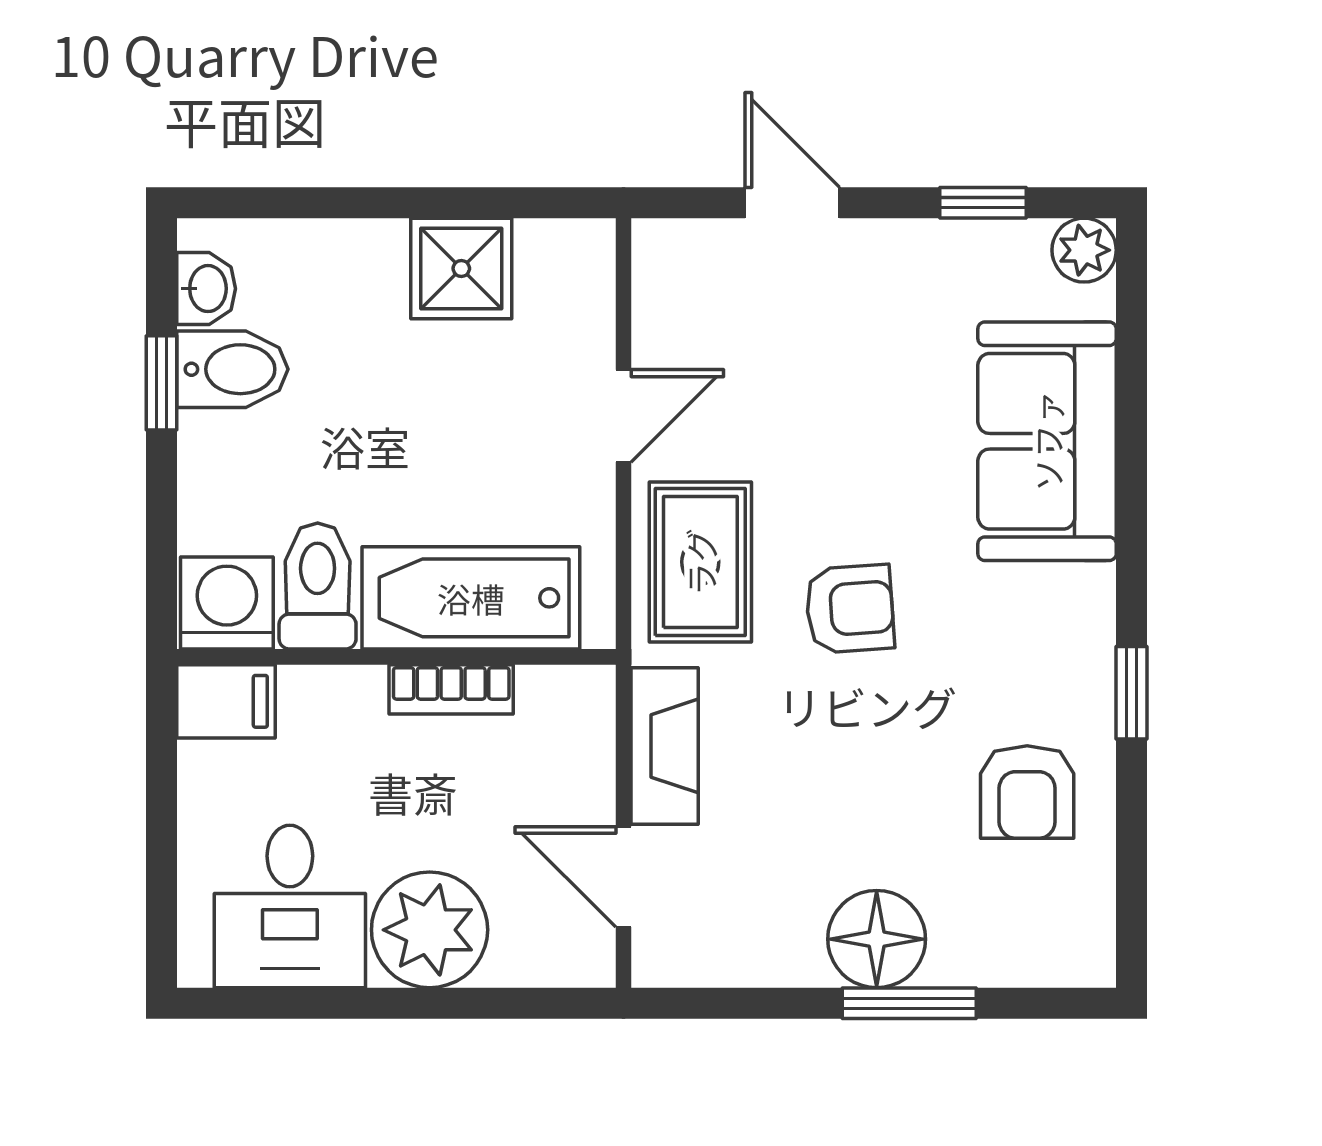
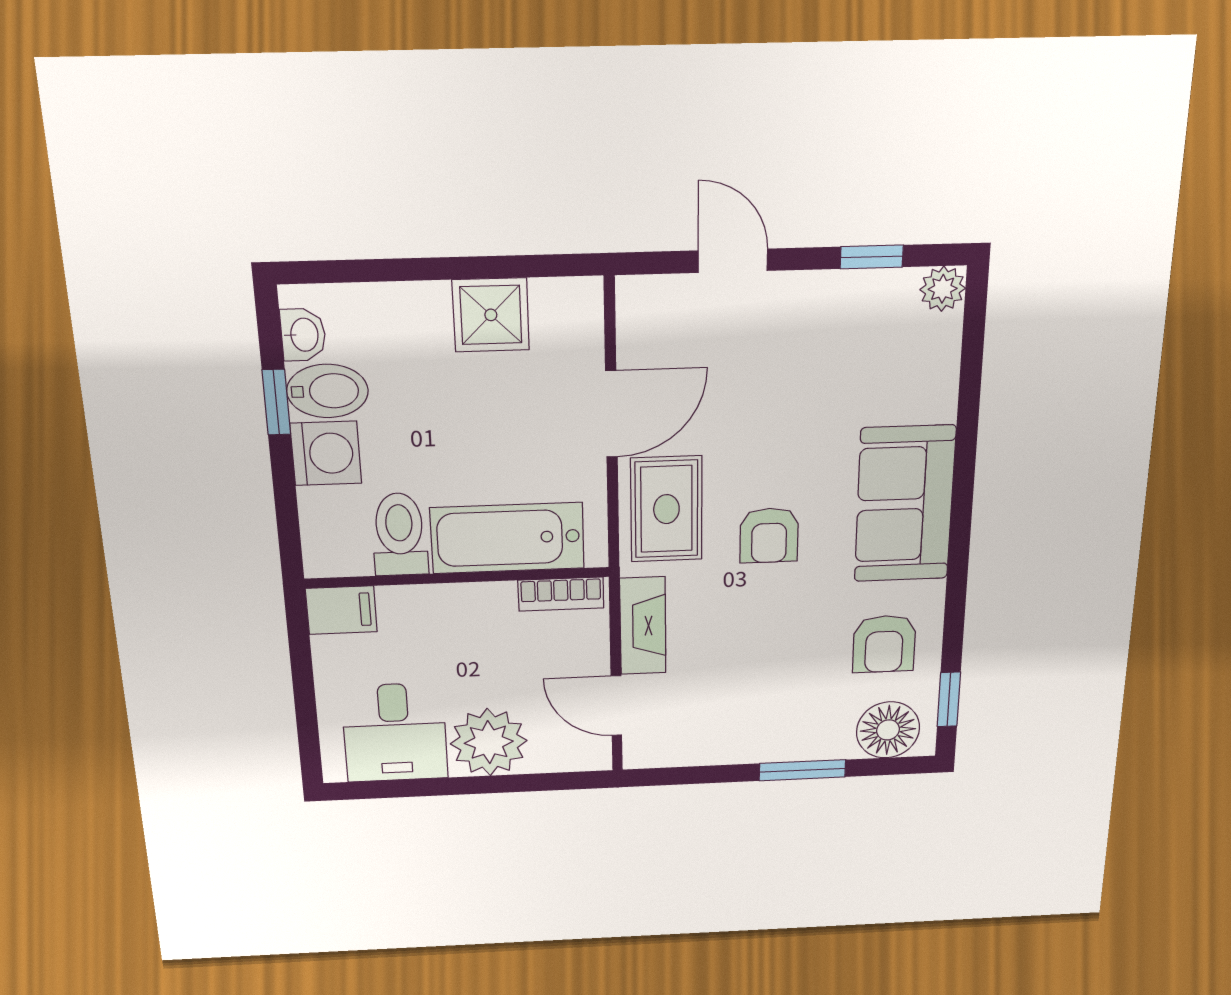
door: (623, 416) -> (611, 414), width x1.37
sofa: (1047, 441) -> (905, 504), moved
washing machine: (227, 603) -> (326, 453), moved, turned 90
armchair: (850, 609) -> (769, 535), turned 94
bookcase: (451, 689) -> (561, 594), moved
window: (1132, 693) -> (949, 699), moved
floor lamp: (877, 939) -> (888, 730), moved

